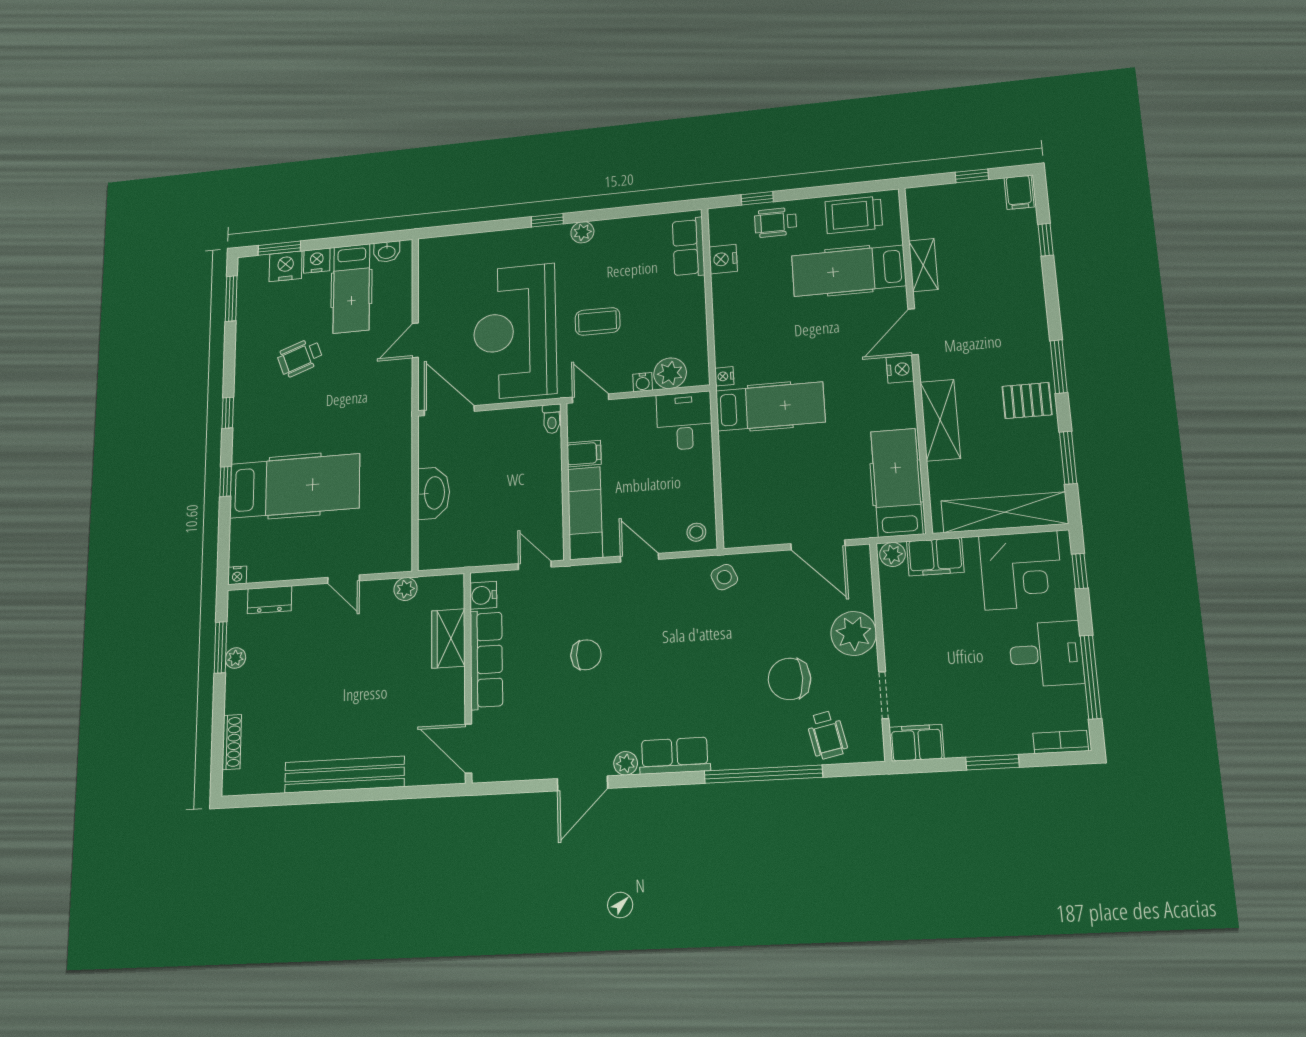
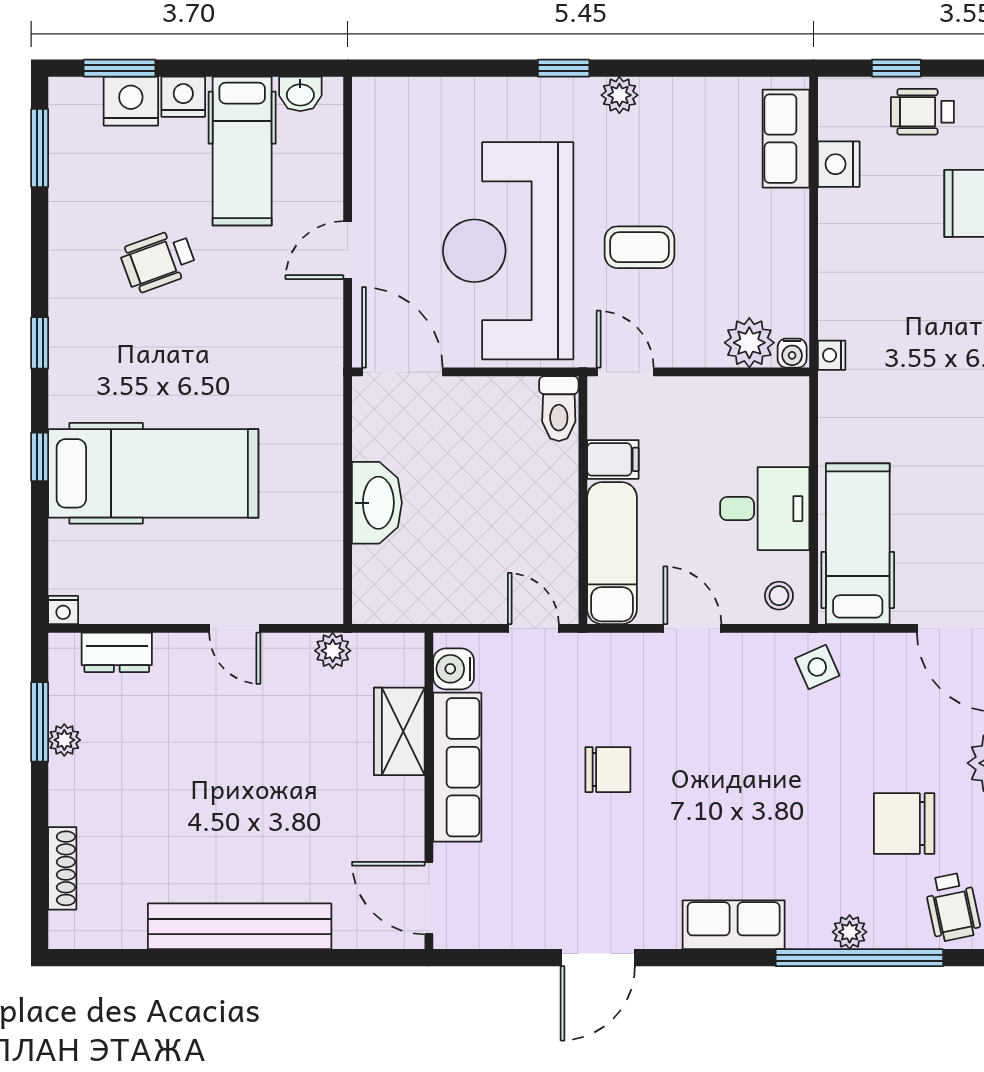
water cooler: (643, 382) -> (792, 353), moved
hospital bed: (770, 406) -> (858, 544), moved, turned -90
toilet: (552, 419) -> (559, 409), width x1.37, depth x1.39
desk: (684, 421) -> (765, 509), moved, turned 90
plant: (626, 763) -> (850, 932), moved

